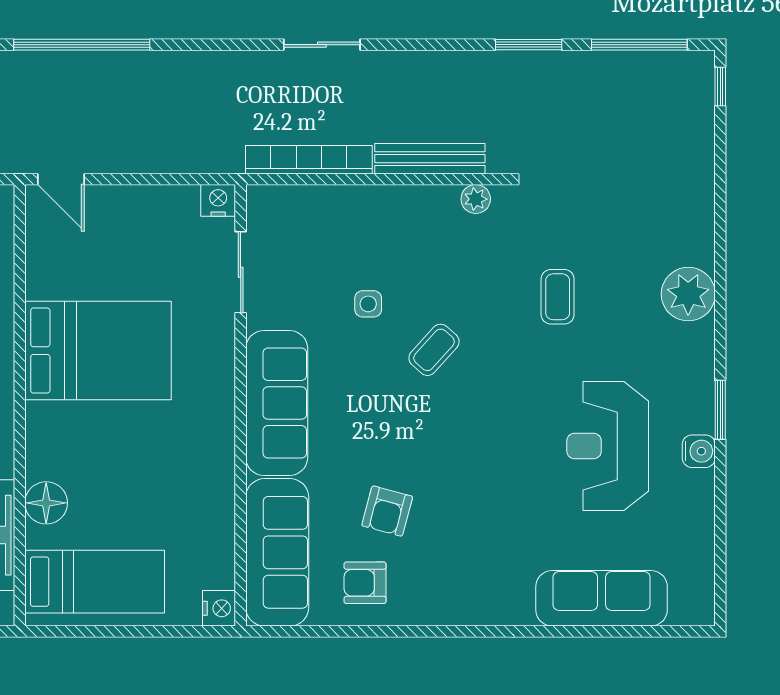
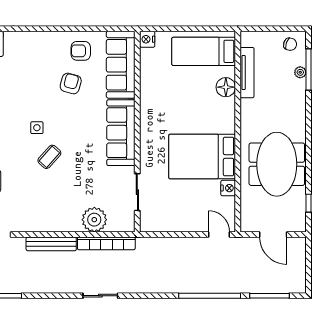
plant: (476, 199) -> (94, 220), moved, width x1.88, depth x1.88
nightstand: (218, 200) -> (228, 188), moved, turned -90
side table: (368, 304) -> (37, 128), moved
armchair: (365, 583) -> (81, 51), turned 180

